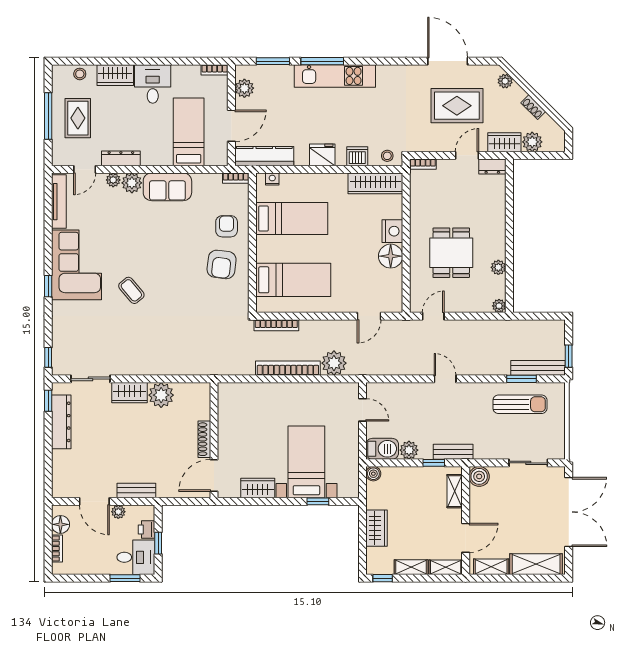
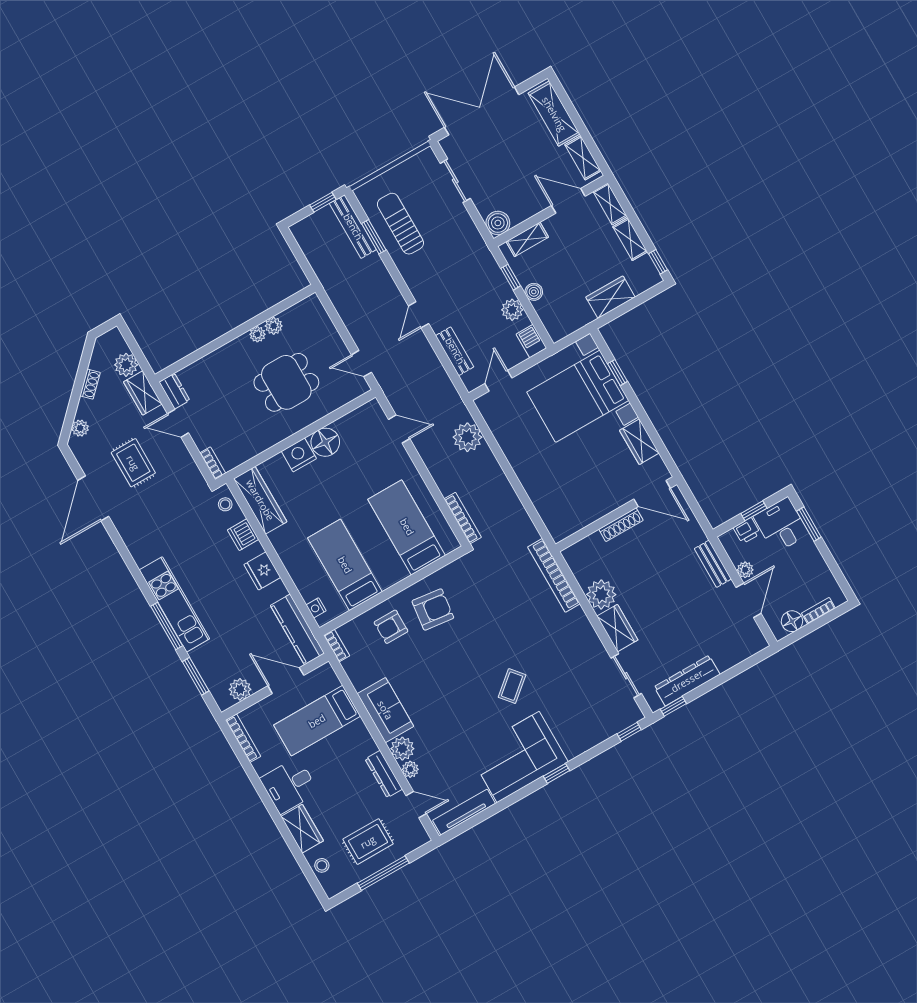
bookcase: (215, 70) -> (243, 738), width x1.56
rug: (457, 106) -> (133, 463), width x0.73, depth x0.70
plant: (499, 306) -> (257, 334), moved
bookcase: (288, 368) -> (554, 575), moved
barbecue: (382, 449) -> (531, 341), width x0.73, depth x0.79
bench: (453, 452) -> (455, 351), moved
bed with nightstands: (306, 462) -> (578, 396), width x1.36
boiler: (373, 474) -> (534, 292), moved

